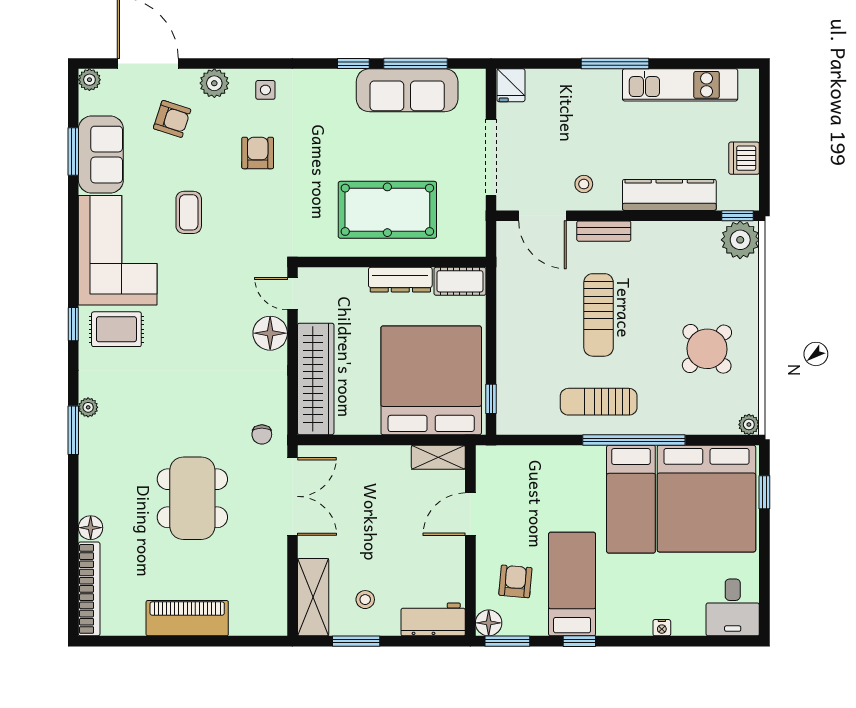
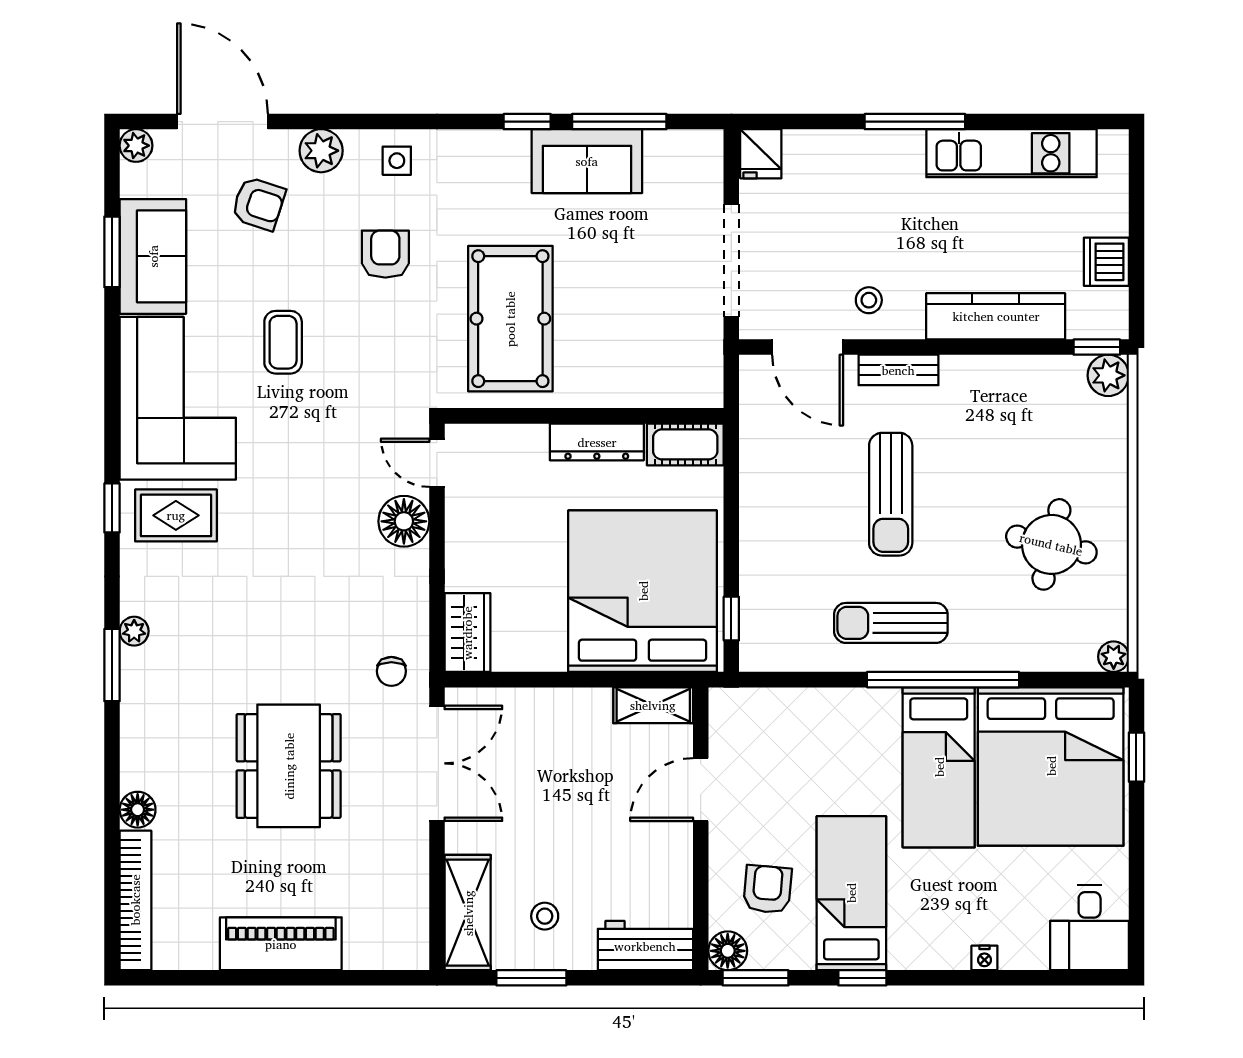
sofa: (407, 90) -> (587, 161), width x0.73
pool table: (387, 210) -> (510, 319), moved, turned 90
plant: (740, 240) -> (1108, 375), width x0.73, depth x0.73
round table: (707, 349) -> (1051, 544), turned -33
wardrobe: (316, 379) -> (467, 633), width x0.48, depth x0.85

